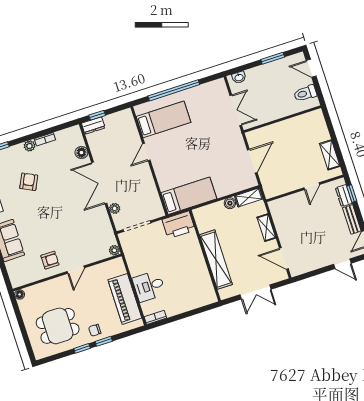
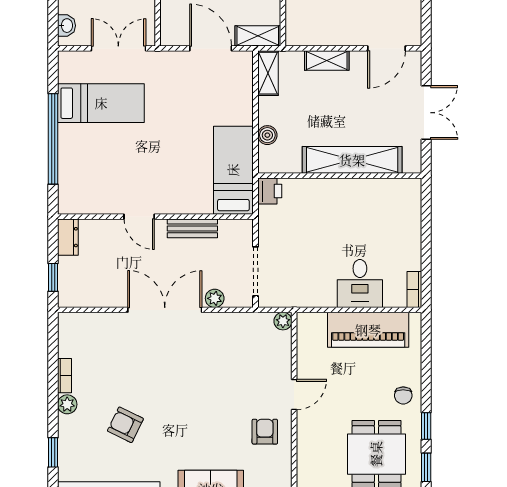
bed: (164, 119) -> (101, 103), moved, turned 90
dresser: (93, 126) -> (68, 237), moved
floor lamp: (81, 153) -> (106, 323), removed
double door: (99, 183) -> (165, 310), swing flipped
bench: (149, 183) -> (192, 228), added
shelving: (268, 185) -> (258, 36), added
boiler: (230, 203) -> (267, 135), moved
printer: (179, 225) -> (270, 191), width x0.53, depth x0.68
door: (76, 270) -> (294, 394), hinge flipped
window: (104, 341) -> (426, 467), moved

